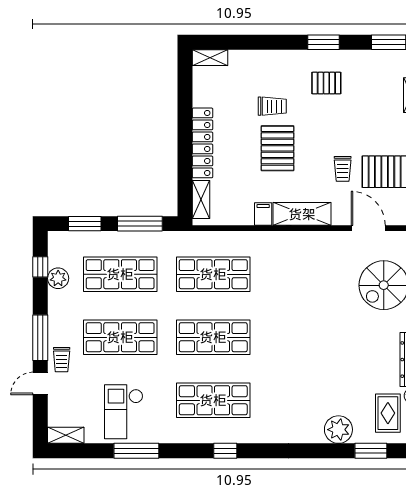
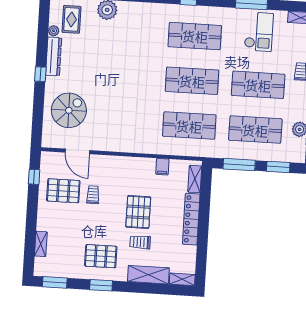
pallet: (326, 83) -> (101, 256), width x1.50, depth x1.42
filing cabinet: (263, 214) -> (162, 167), moved
shelving: (302, 214) -> (148, 275), moved

